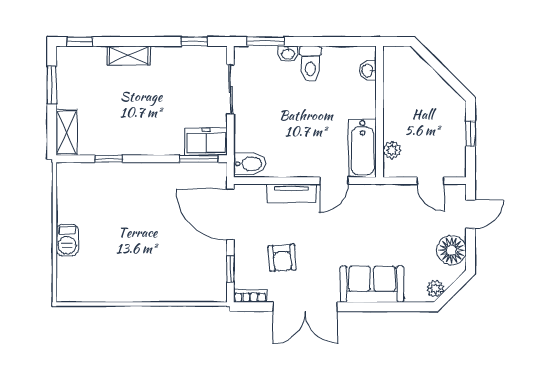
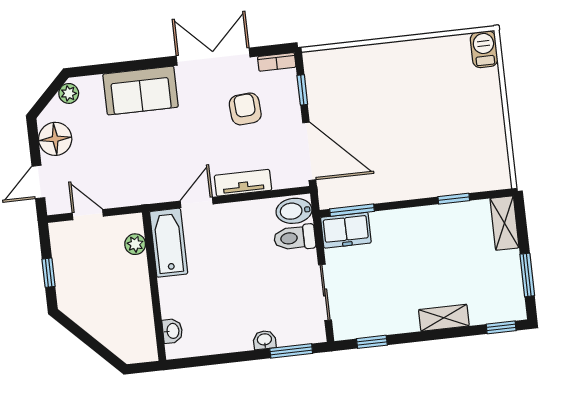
toilet: (310, 64) -> (295, 238), moved, turned -90
barbecue: (67, 240) -> (484, 49), moved

